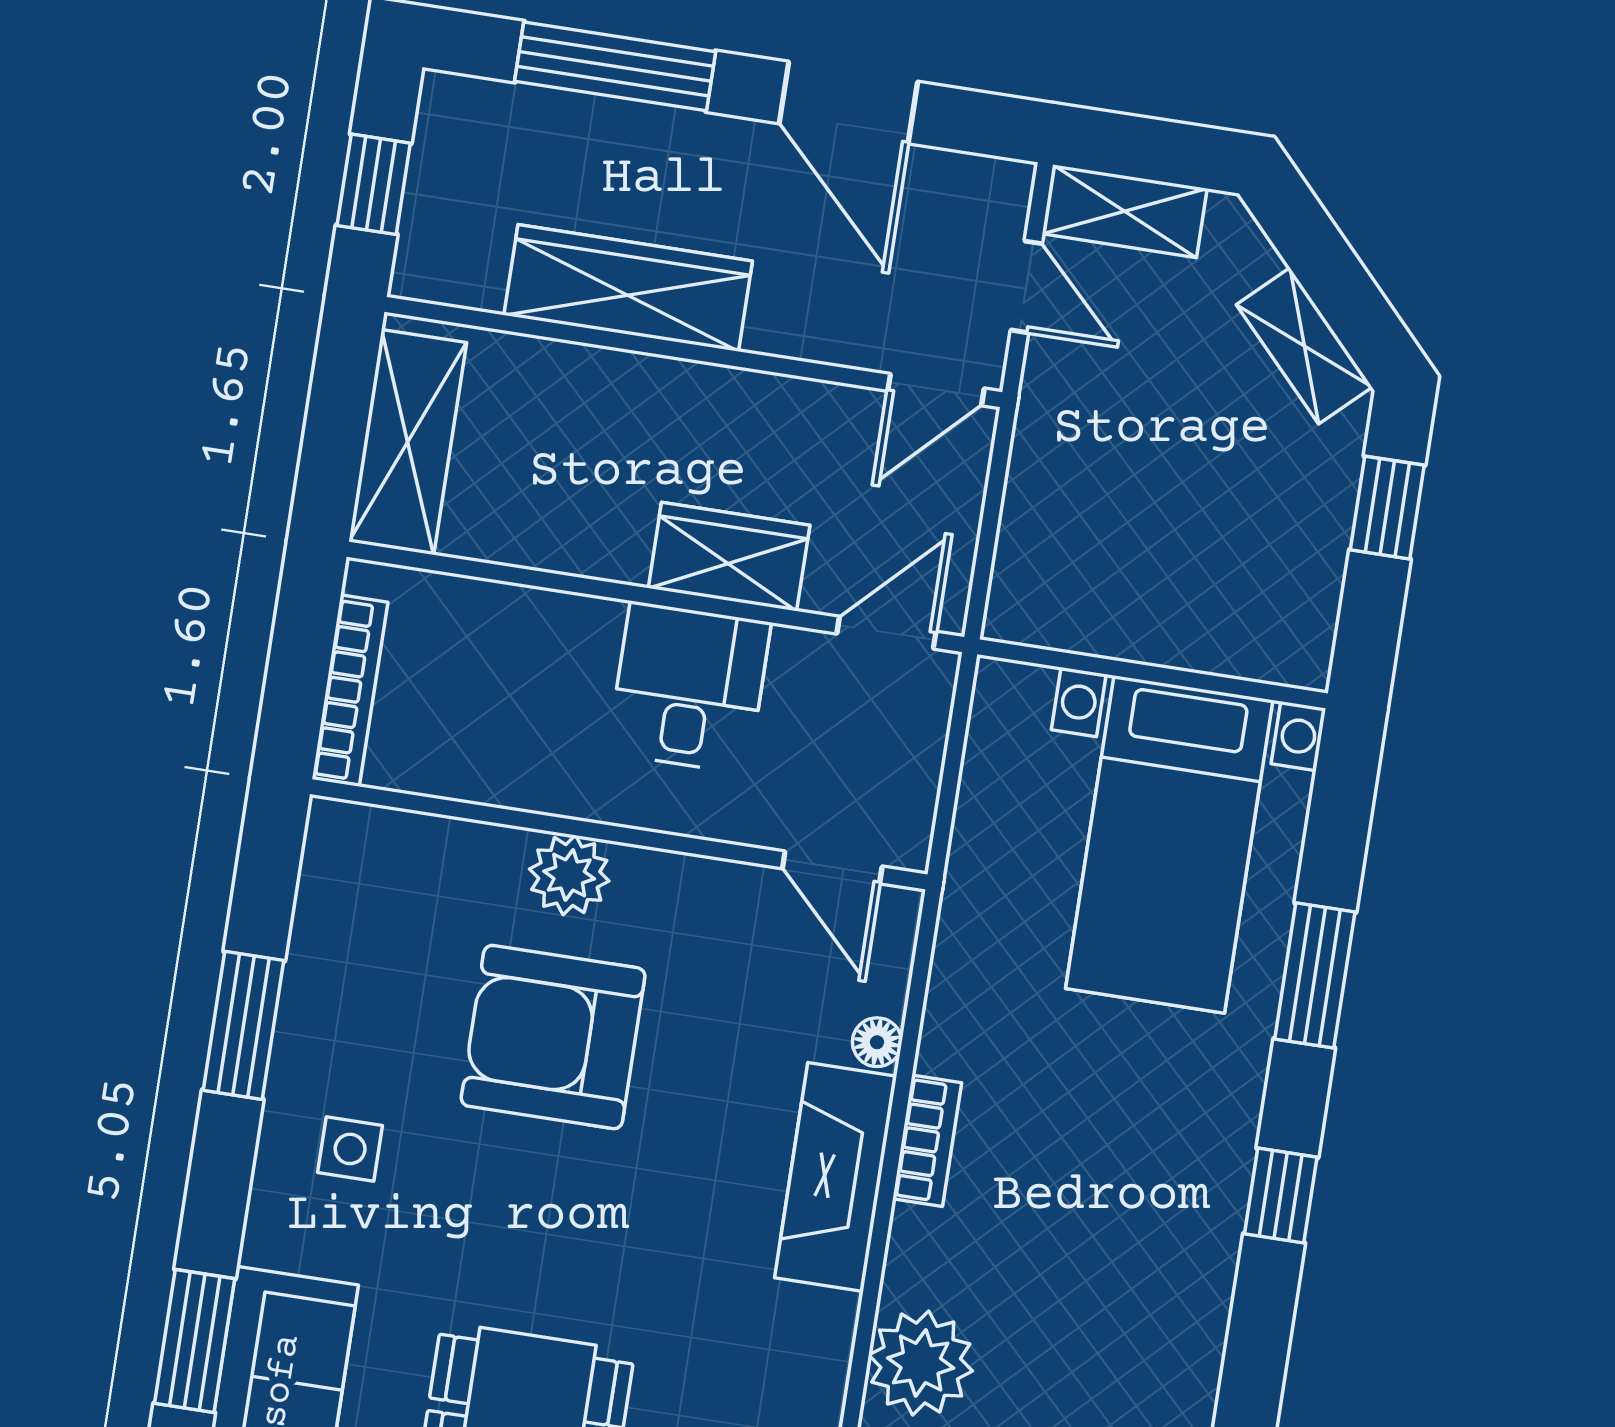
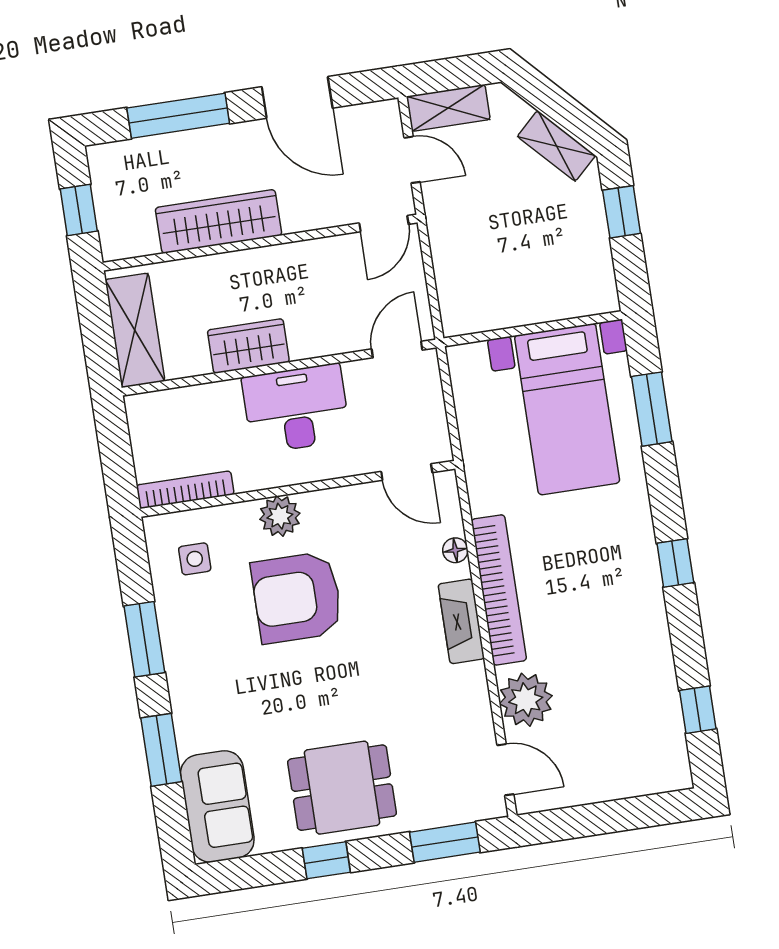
wardrobe: (729, 557) -> (248, 346), moved
desk: (689, 688) -> (296, 409), width x1.37
bookcase: (350, 691) -> (185, 490), moved, turned -90
window: (1315, 975) -> (652, 409), moved
bookcase: (927, 1141) -> (499, 590), width x2.31, depth x1.31
side table: (350, 1149) -> (195, 559), moved
fireplace: (836, 1177) -> (461, 621), width x0.73, depth x0.76
window: (195, 1341) -> (161, 750), moved

